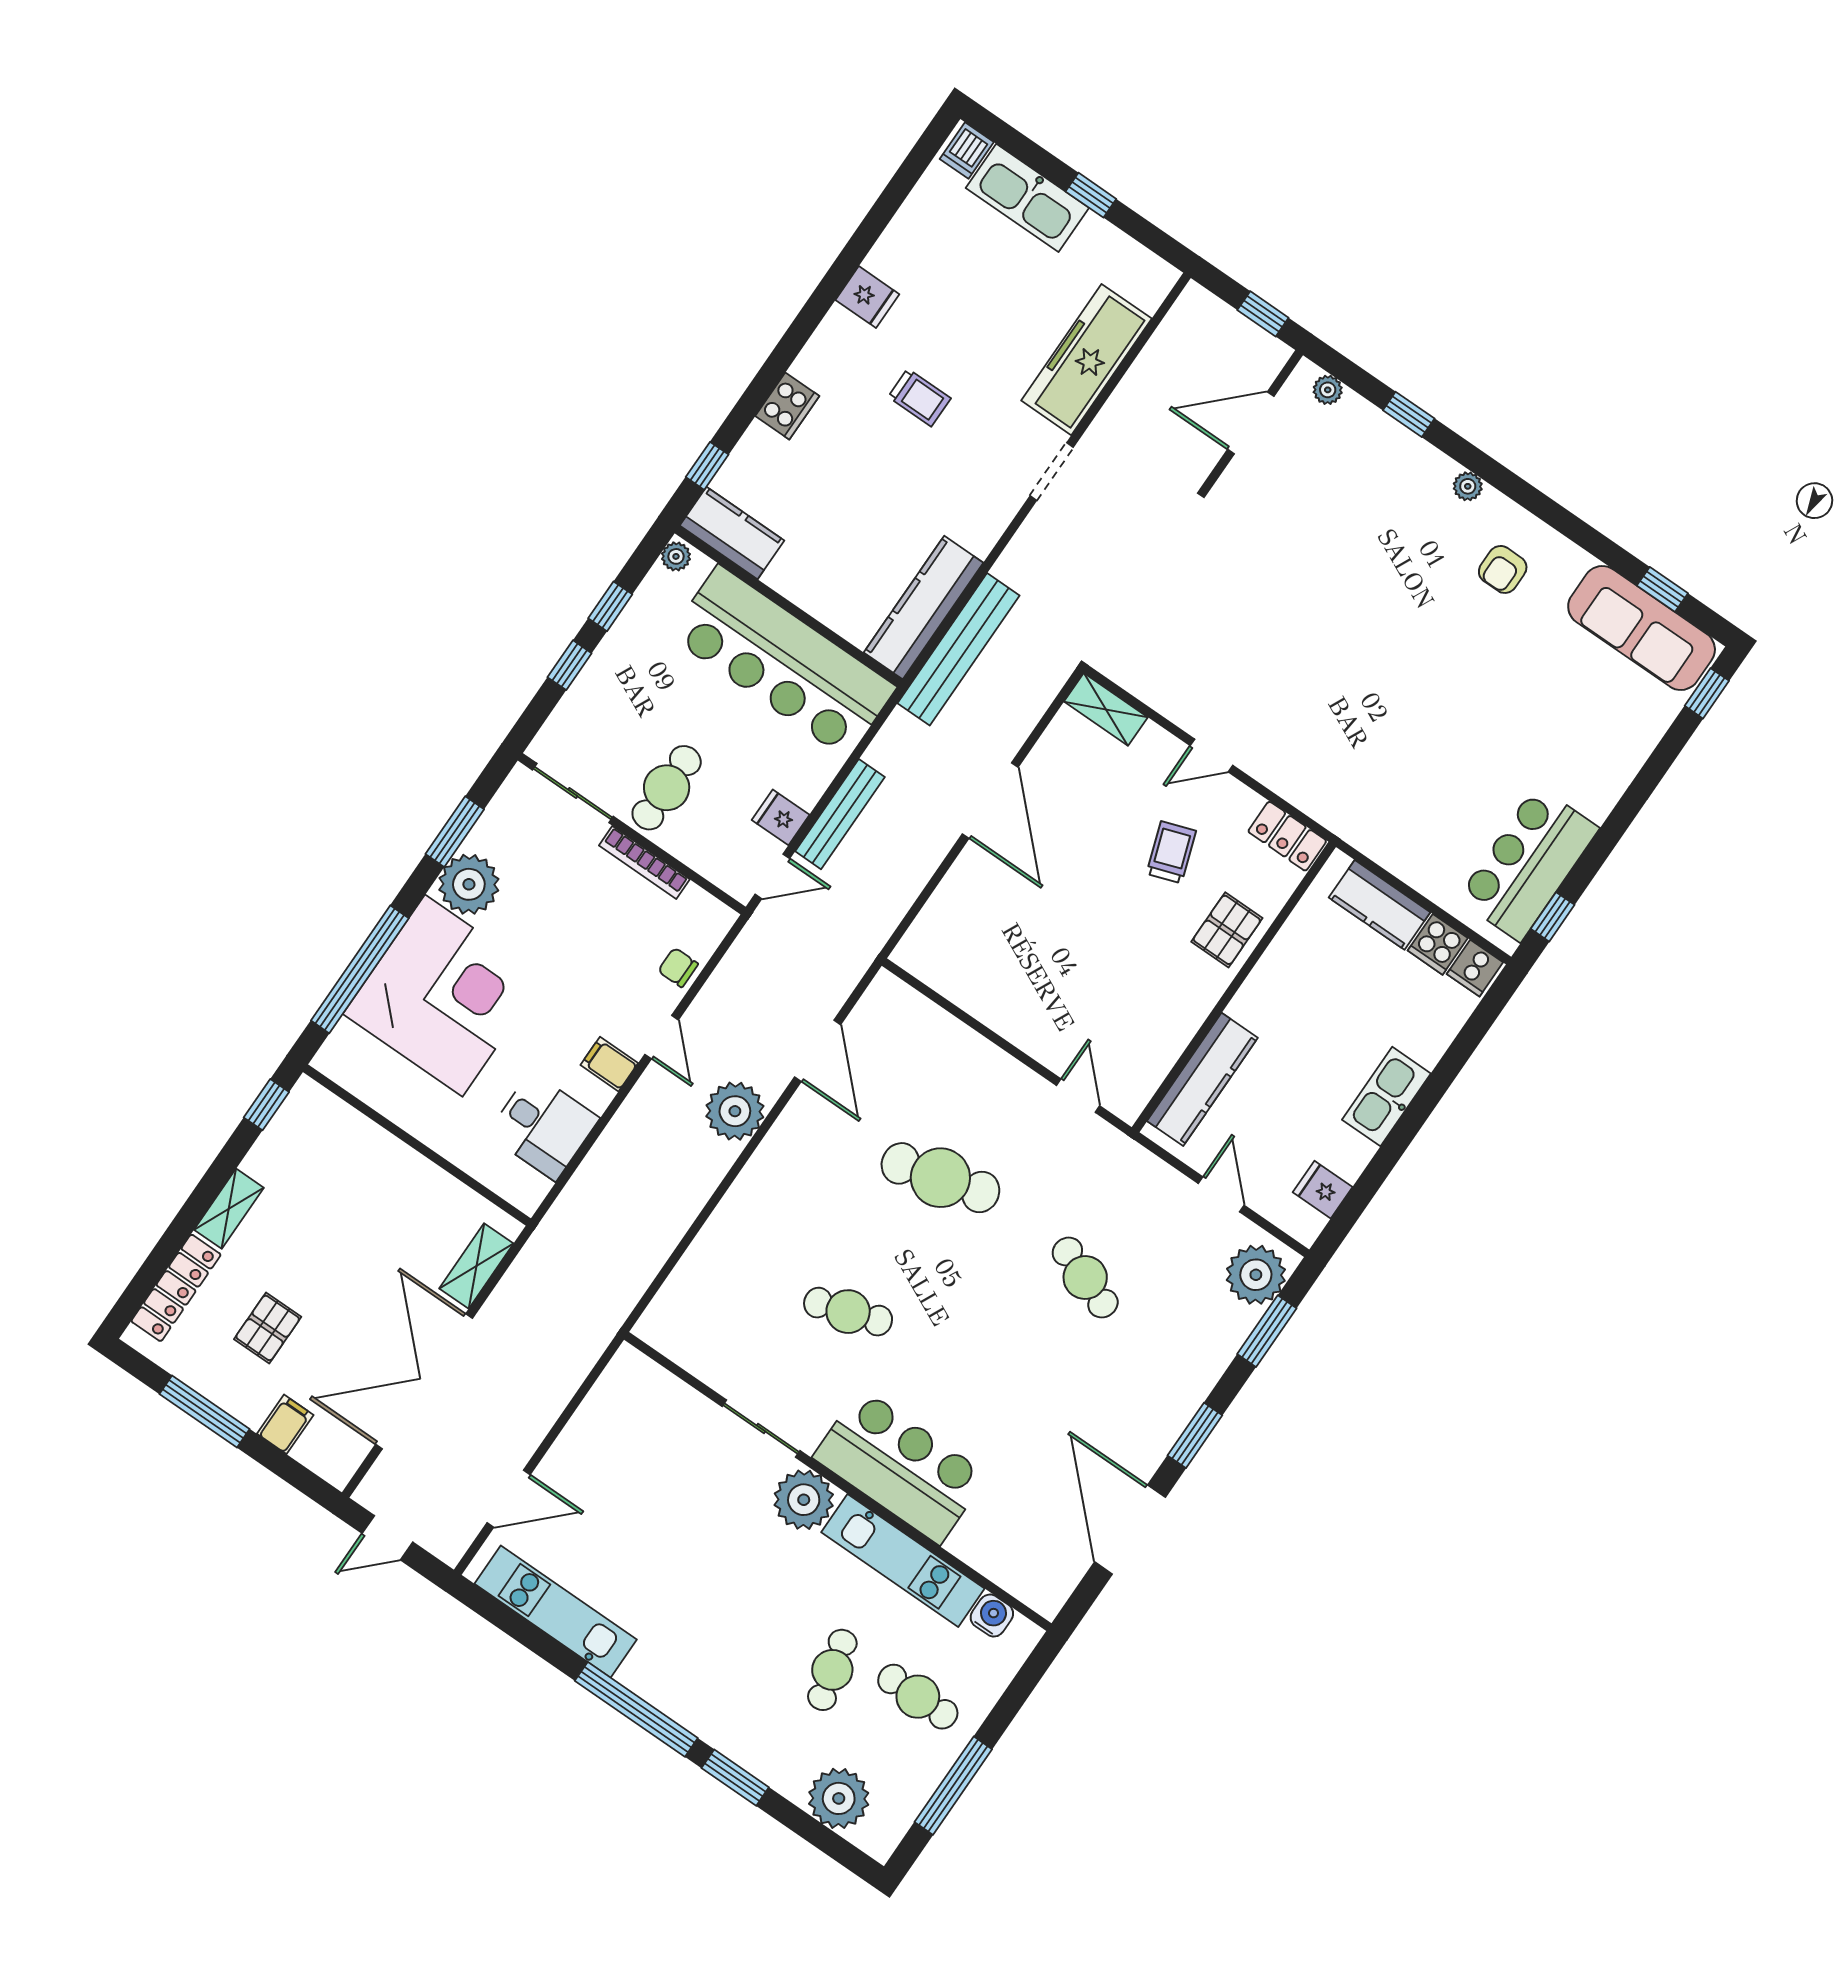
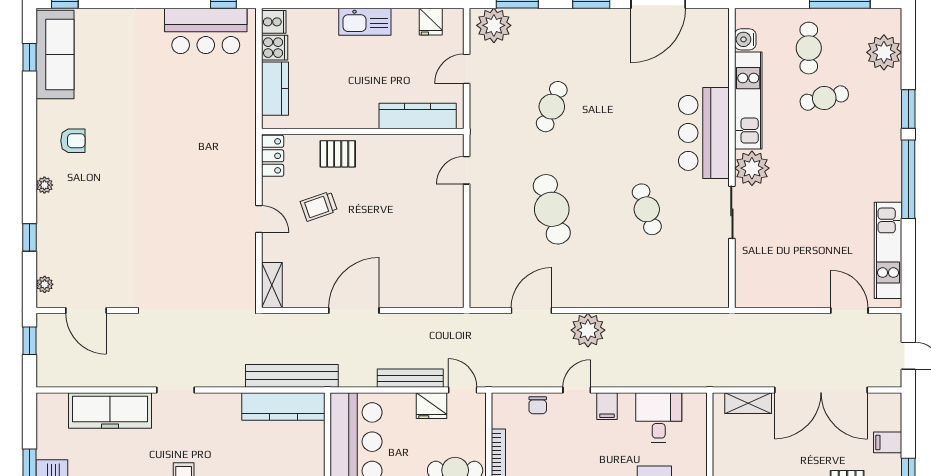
fridge: (781, 817) -> (432, 406), width x1.38

